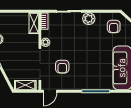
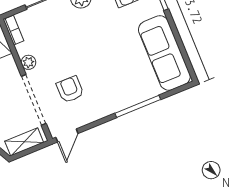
armchair: (62, 67) -> (70, 89), turned 180

